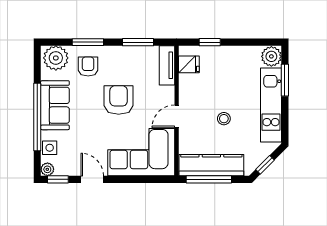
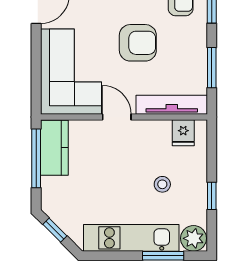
window: (210, 42) -> (212, 196), moved
tv unit: (167, 65) -> (172, 105), width x1.41
stool: (224, 119) -> (162, 184), moved
kitchen counter: (211, 165) -> (54, 148), width x0.67

